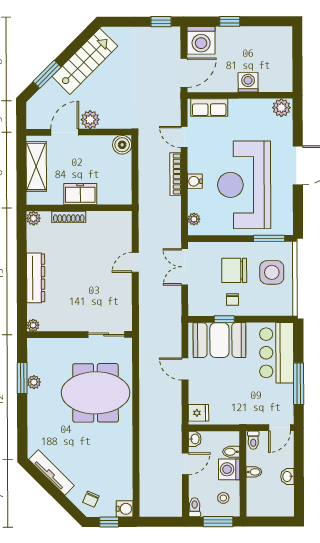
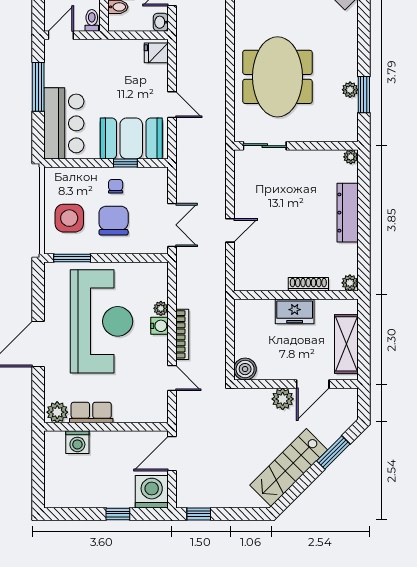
washing machine: (248, 82) -> (77, 442), moved
row of seats: (209, 108) -> (91, 413), moved
plant: (194, 219) -> (161, 308), moved
chair: (234, 270) -> (114, 221), turned -90
meeting table: (96, 393) -> (277, 77), turned 90

